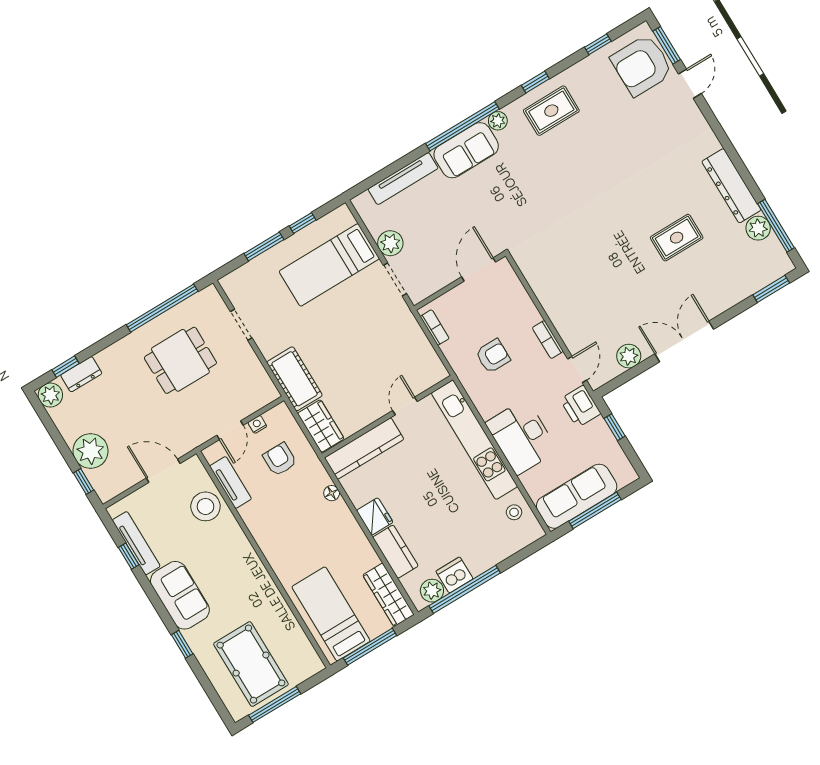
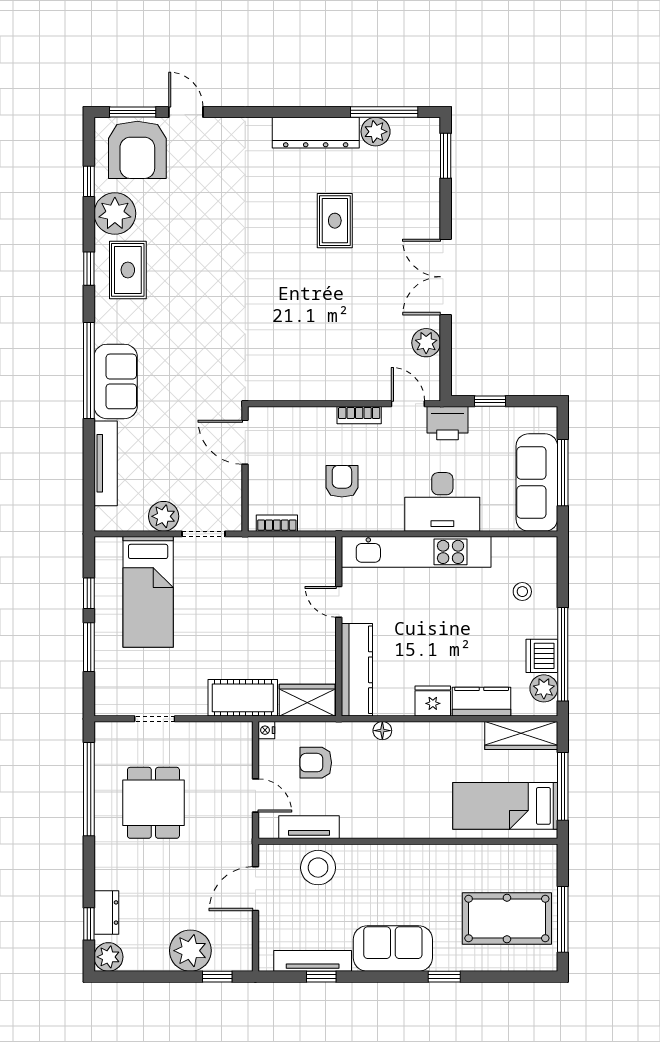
plant: (498, 121) -> (115, 213), moved, width x1.88, depth x1.88
nightstand: (257, 424) -> (266, 730), moved
stool: (514, 512) -> (522, 592), moved

